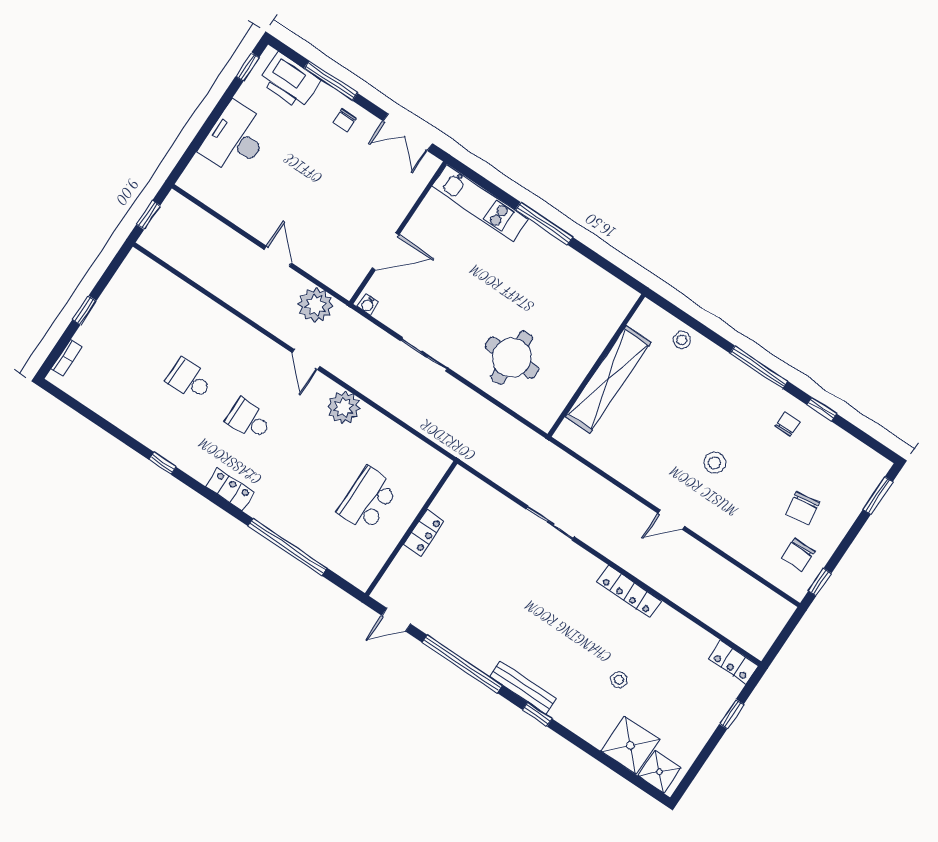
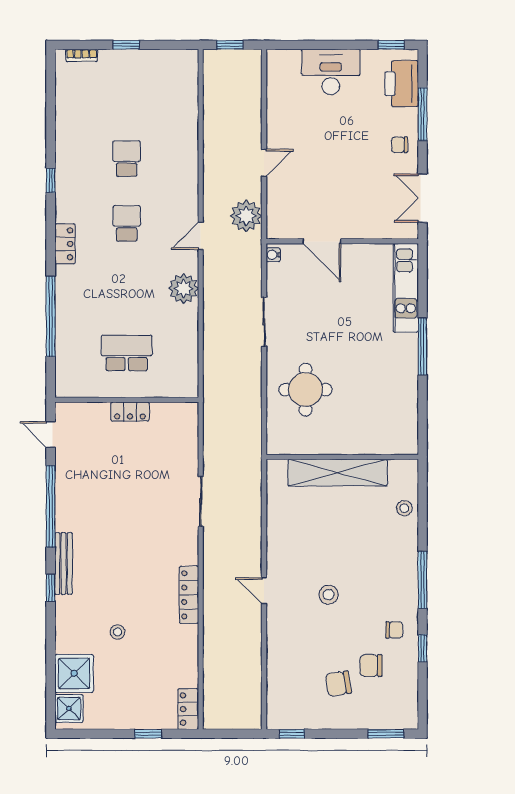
chair: (798, 555) -> (371, 666), moved

